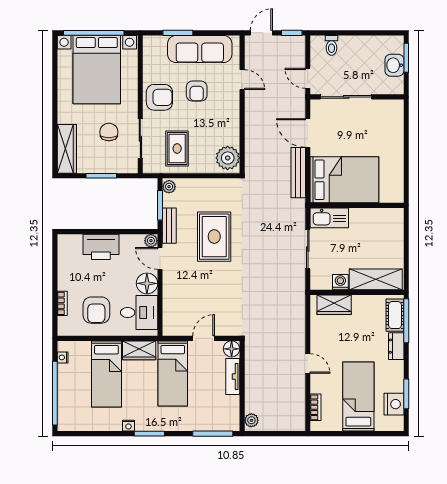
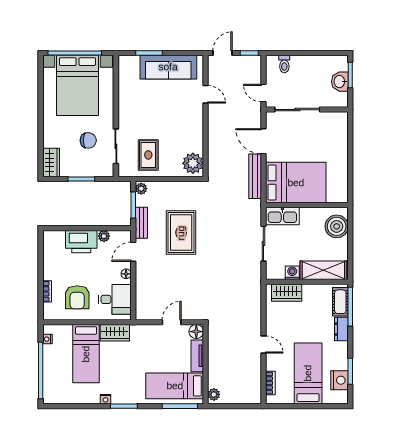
armchair: (197, 91) -> (166, 104), removed
armchair: (159, 97) -> (133, 110), removed
chair: (109, 132) -> (88, 140), turned 90
wardrobe: (67, 149) -> (51, 162), width x0.67
boiler: (391, 230) -> (337, 226), added
plant: (151, 241) -> (104, 236), moved
door: (160, 258) -> (133, 252), hinge flipped
floor lamp: (147, 283) -> (126, 274), width x0.53, depth x0.53
bed: (173, 373) -> (175, 386), moved, turned 90

